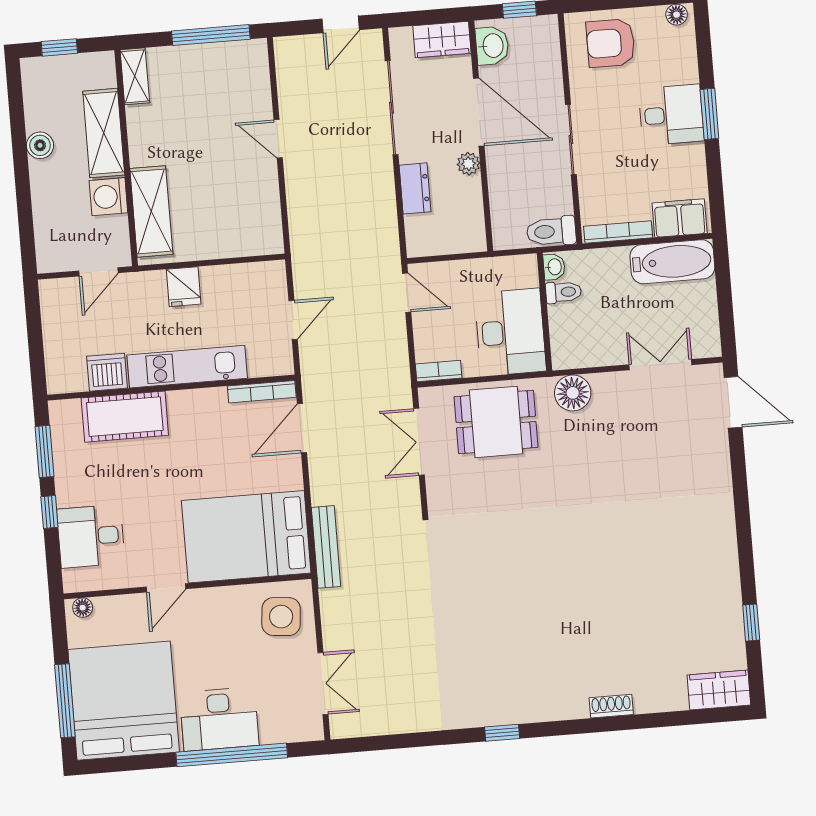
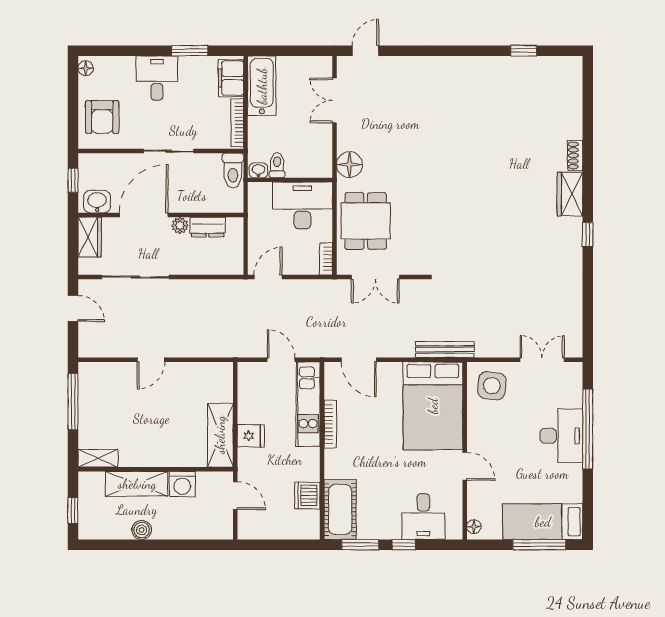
window: (709, 114) -> (190, 51), moved
dresser: (415, 188) -> (208, 227), moved, turned 180
shelving: (151, 211) -> (220, 435), moved, turned 90
kitchen unit: (187, 367) -> (308, 404), moved
bookcase: (262, 392) -> (330, 424), moved
door: (733, 402) -> (366, 51), width x0.73
cot: (125, 417) -> (340, 510), moved
wardrobe: (719, 690) -> (570, 194), moved
bed: (124, 701) -> (543, 522), width x0.49

